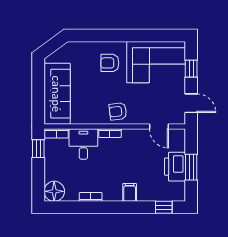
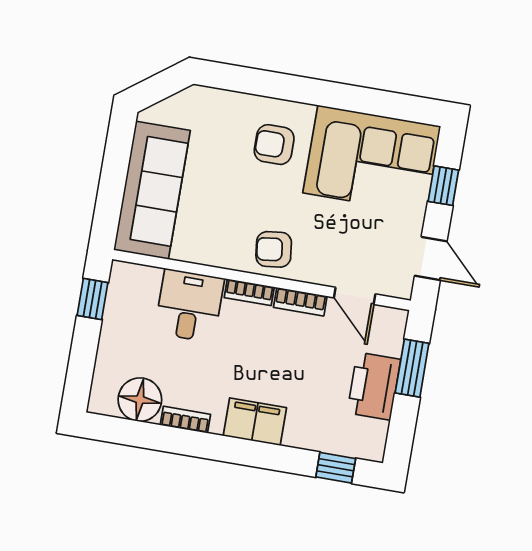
bookcase: (56, 133) -> (300, 302), moved
window: (191, 167) -> (412, 368), moved
floor lamp: (54, 191) -> (140, 400), moved
filing cabinet: (130, 192) -> (255, 422), width x2.00

